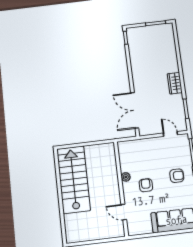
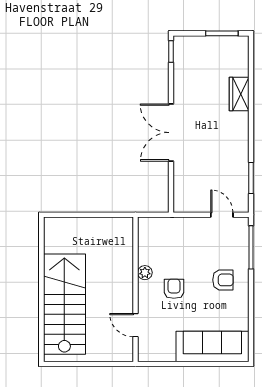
wardrobe: (175, 83) -> (239, 94), moved
double door: (135, 110) -> (171, 133), moved
stairs: (73, 179) -> (64, 304), moved

